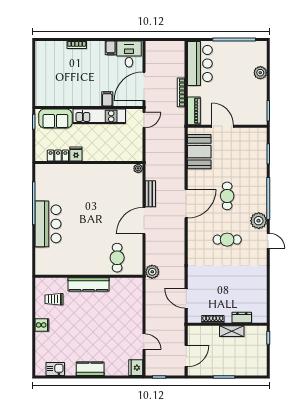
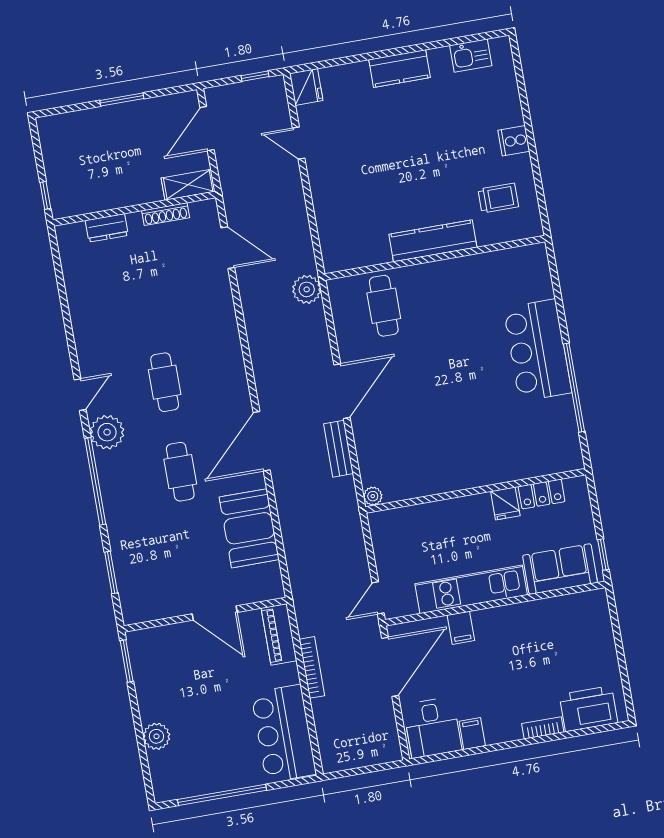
printer: (53, 50) -> (589, 709), added
booth: (199, 152) -> (249, 528), moved
cafe table: (227, 240) -> (165, 382), turned 90
door: (268, 241) -> (80, 395), swing flipped
shelving: (232, 331) -> (188, 185), moved

